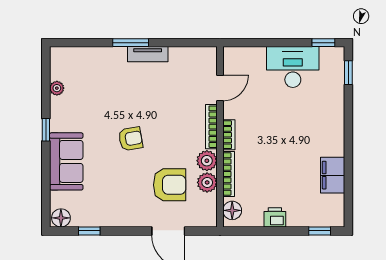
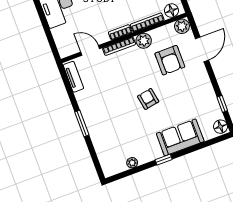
tv unit: (148, 54) -> (73, 77), moved
plant: (207, 182) -> (182, 26), moved
armchair: (170, 185) -> (170, 60), turned 180

